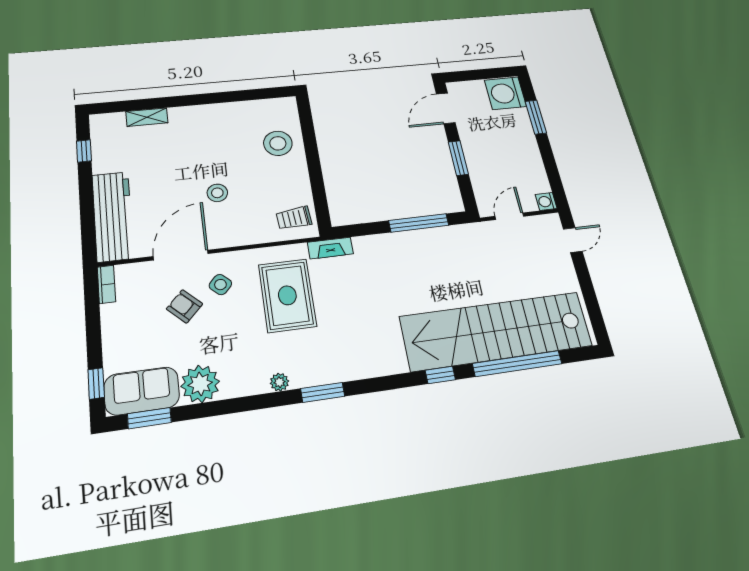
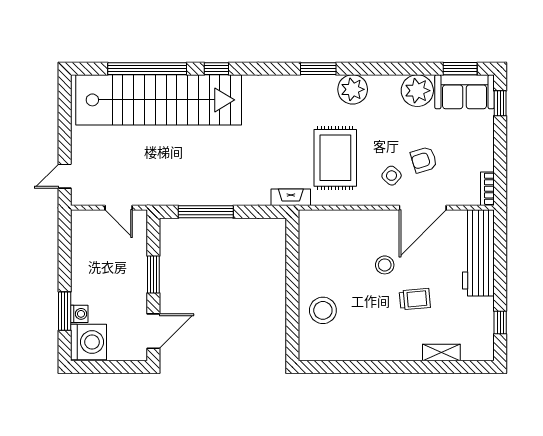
washing machine: (546, 201) -> (79, 314), moved
door: (509, 216) -> (119, 208), hinge flipped
trolley: (294, 218) -> (415, 299), moved
armchair: (185, 306) -> (424, 160), turned 119
plant: (279, 382) -> (353, 89), width x1.88, depth x1.88

